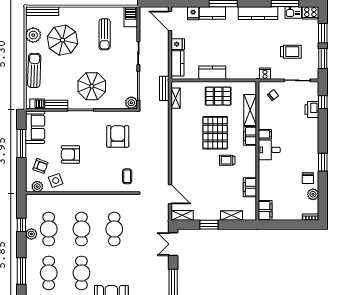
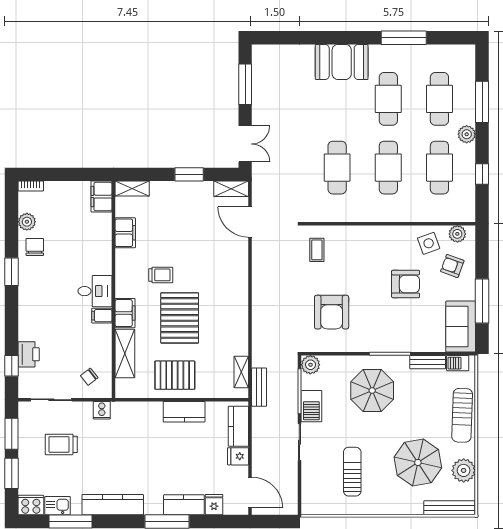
barbecue: (131, 17) -> (311, 406), moved
shelving: (231, 216) -> (132, 189), moved
plant: (31, 234) -> (467, 134), moved

